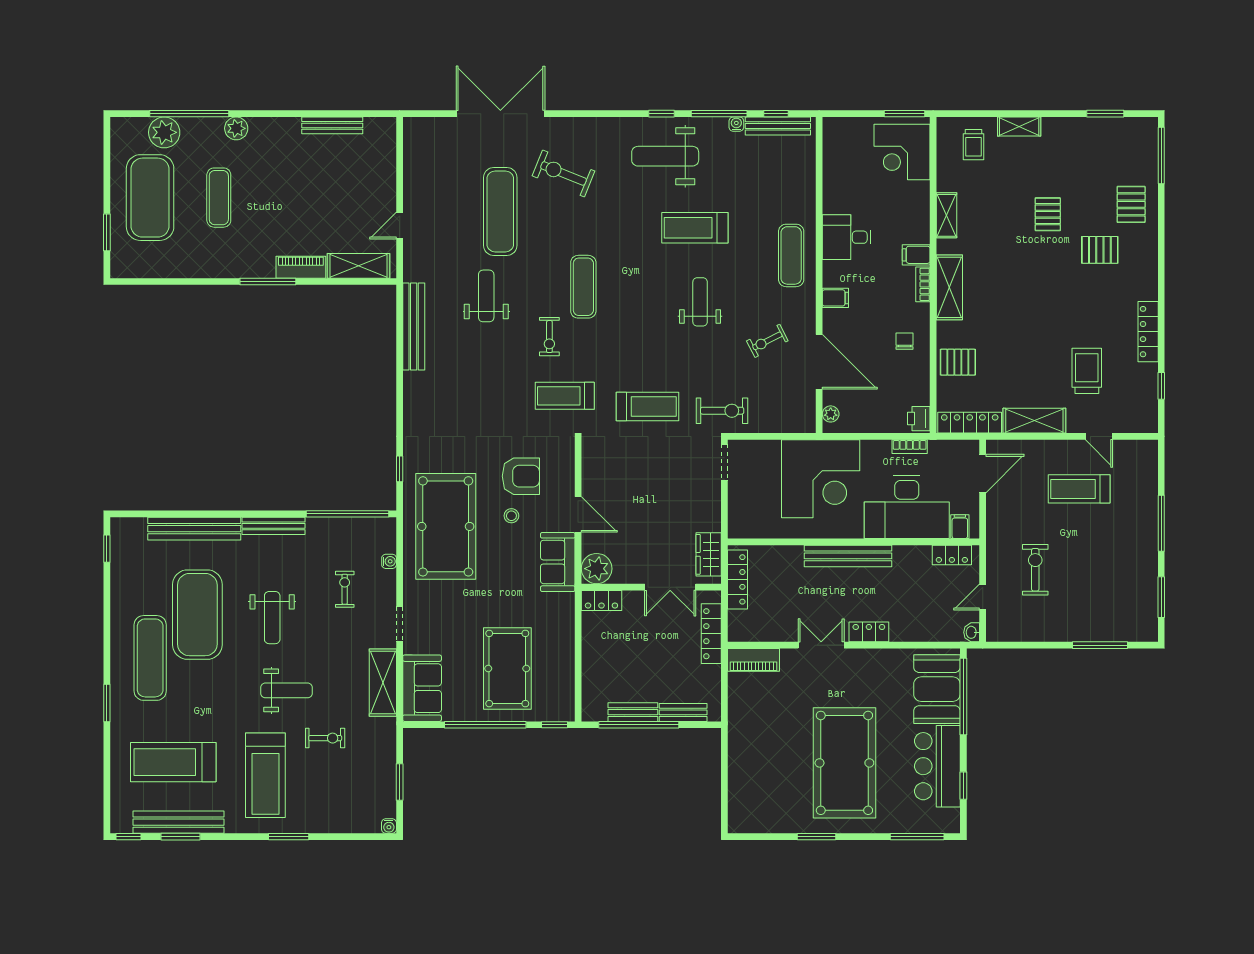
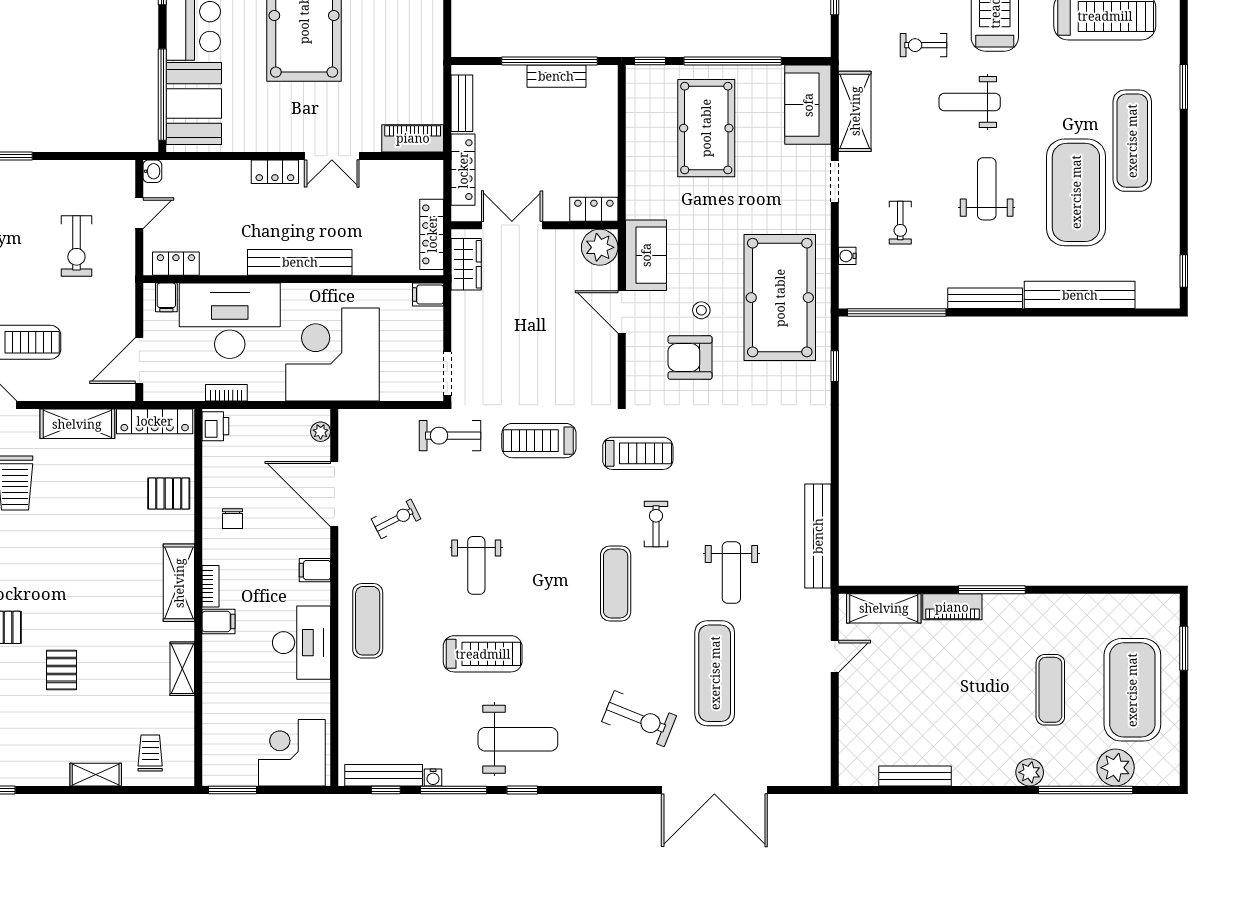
corner desk: (902, 152) -> (292, 753), moved, turned -90
desk: (847, 237) -> (301, 643), width x1.37
filing cabinet: (741, 529) -> (428, 295), added
bench: (683, 712) -> (462, 103), moved, turned 90

